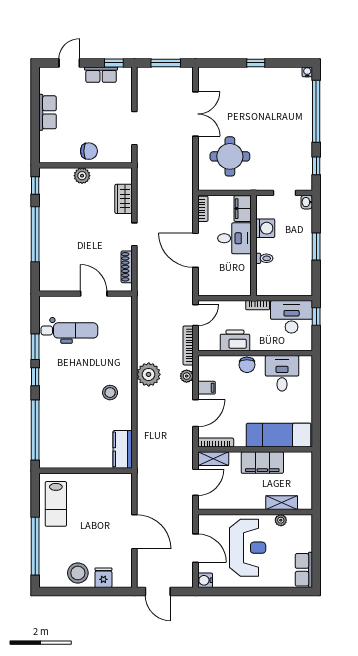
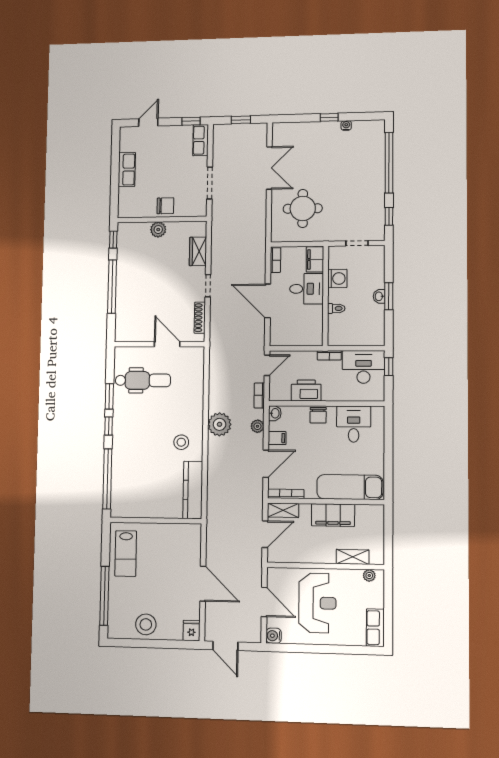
window: (166, 63) -> (241, 120), width x0.67
water cooler: (307, 72) -> (346, 125), moved
row of seats: (101, 75) -> (201, 140), moved, turned 90
washbasin: (307, 202) -> (379, 296), moved
bookcase: (188, 345) -> (259, 395), width x0.64
washbasin: (204, 363) -> (275, 413), added
kitchen counter: (123, 449) -> (193, 490), width x1.50
plant: (281, 520) -> (369, 575), moved
fridge: (103, 578) -> (191, 631), moved

